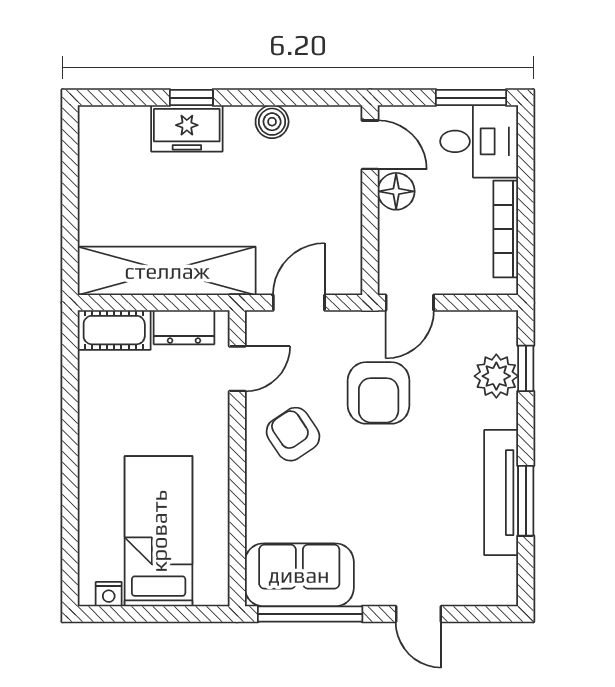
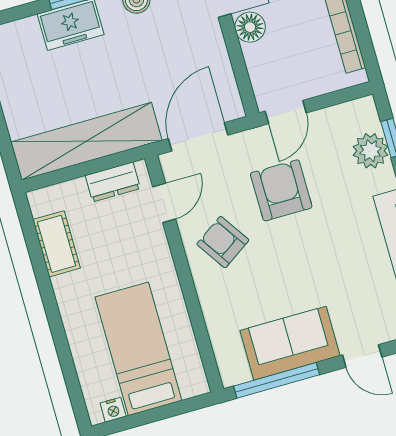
door: (299, 303) -> (198, 137), width x1.38
cot: (114, 330) -> (57, 244), moved, turned 90
armchair: (379, 393) -> (281, 190), turned 180
sofa: (299, 575) -> (290, 343), moved

